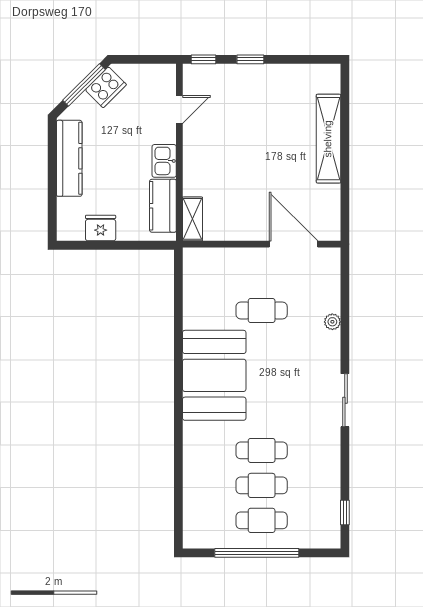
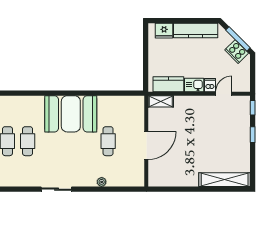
door: (179, 110) -> (224, 94), swing flipped
dishwasher: (164, 133) -> (210, 85), added
shelving: (328, 139) -> (225, 180), moved
fridge: (101, 228) -> (164, 31), moved, turned 90
door: (293, 244) -> (146, 145), moved

